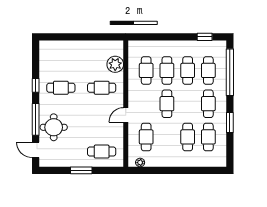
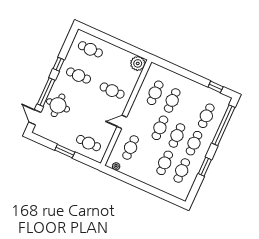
cafe table: (61, 56) -> (90, 49), added
plant: (115, 64) -> (138, 63), moved
cafe table: (188, 70) -> (177, 135), moved

